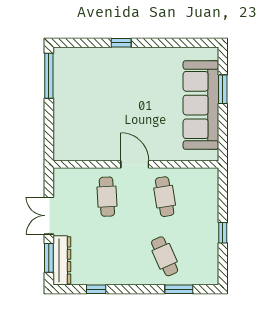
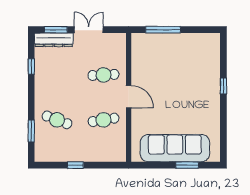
window: (49, 76) -> (163, 30), moved
door: (135, 164) -> (129, 97), hinge flipped
cafe table: (165, 256) -> (57, 120), turned 45

